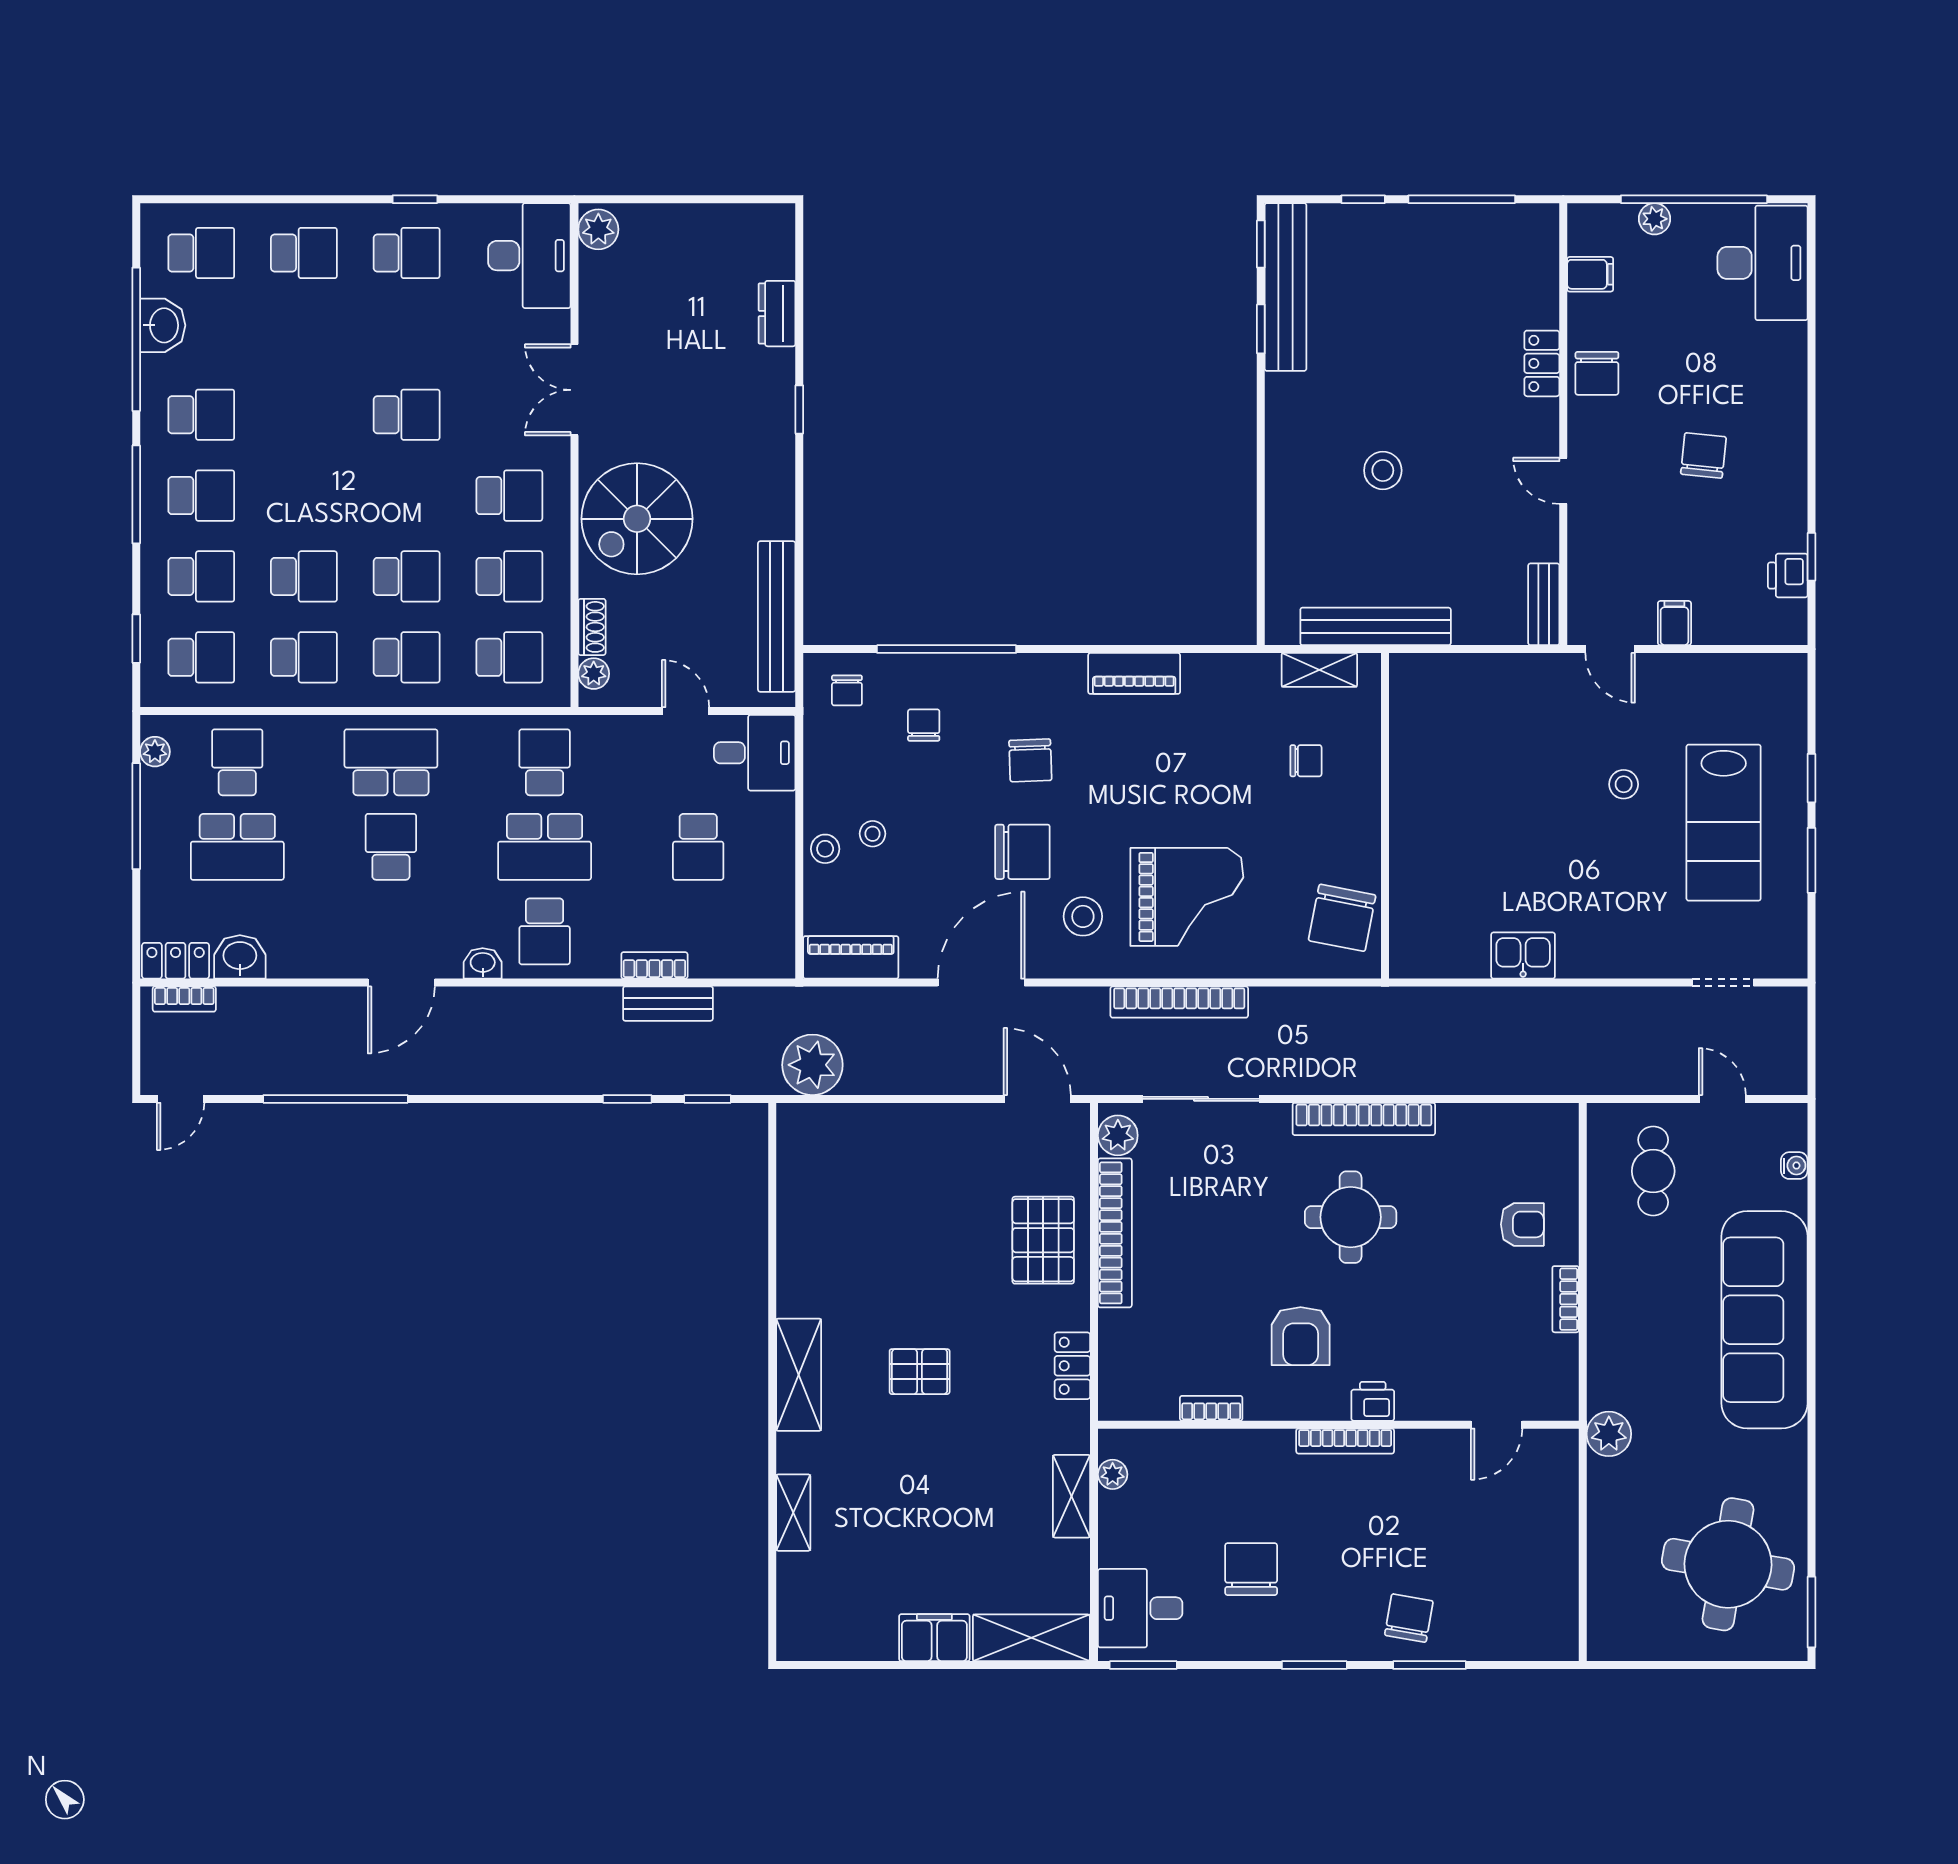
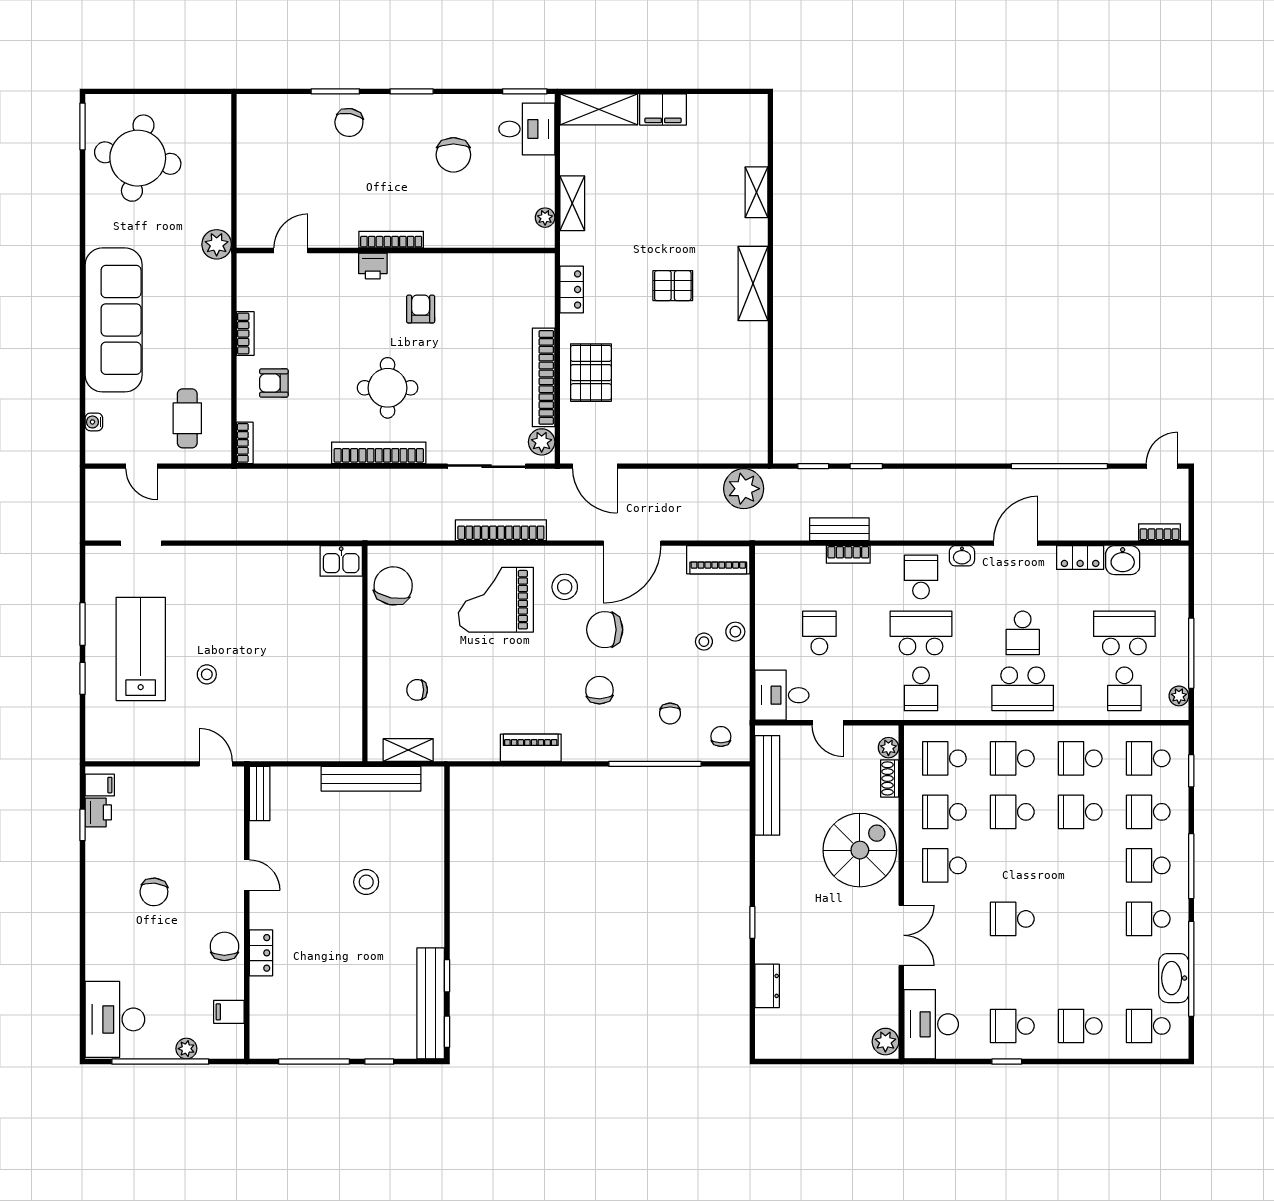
washbasin: (163, 325) -> (1174, 978), width x1.38
filing cabinet: (1674, 623) -> (100, 785), moved, turned -90
kitchen sink: (1523, 956) -> (341, 561), moved
locker: (176, 961) -> (1080, 558), moved
armchair: (1301, 1336) -> (421, 309), width x0.72, depth x0.72
bookcase: (1211, 1408) -> (245, 443), moved, turned -90

